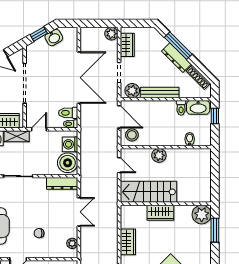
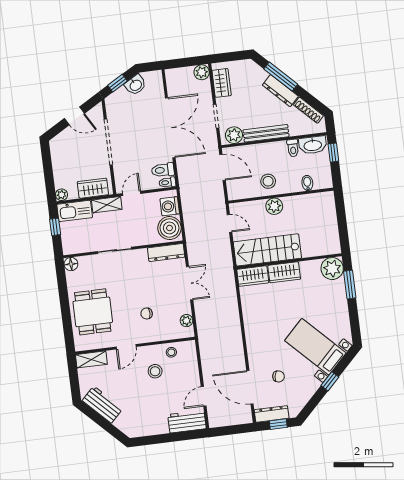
stool: (132, 135) -> (268, 181), moved
wardrobe: (128, 242) -> (253, 276), moved, turned 90

